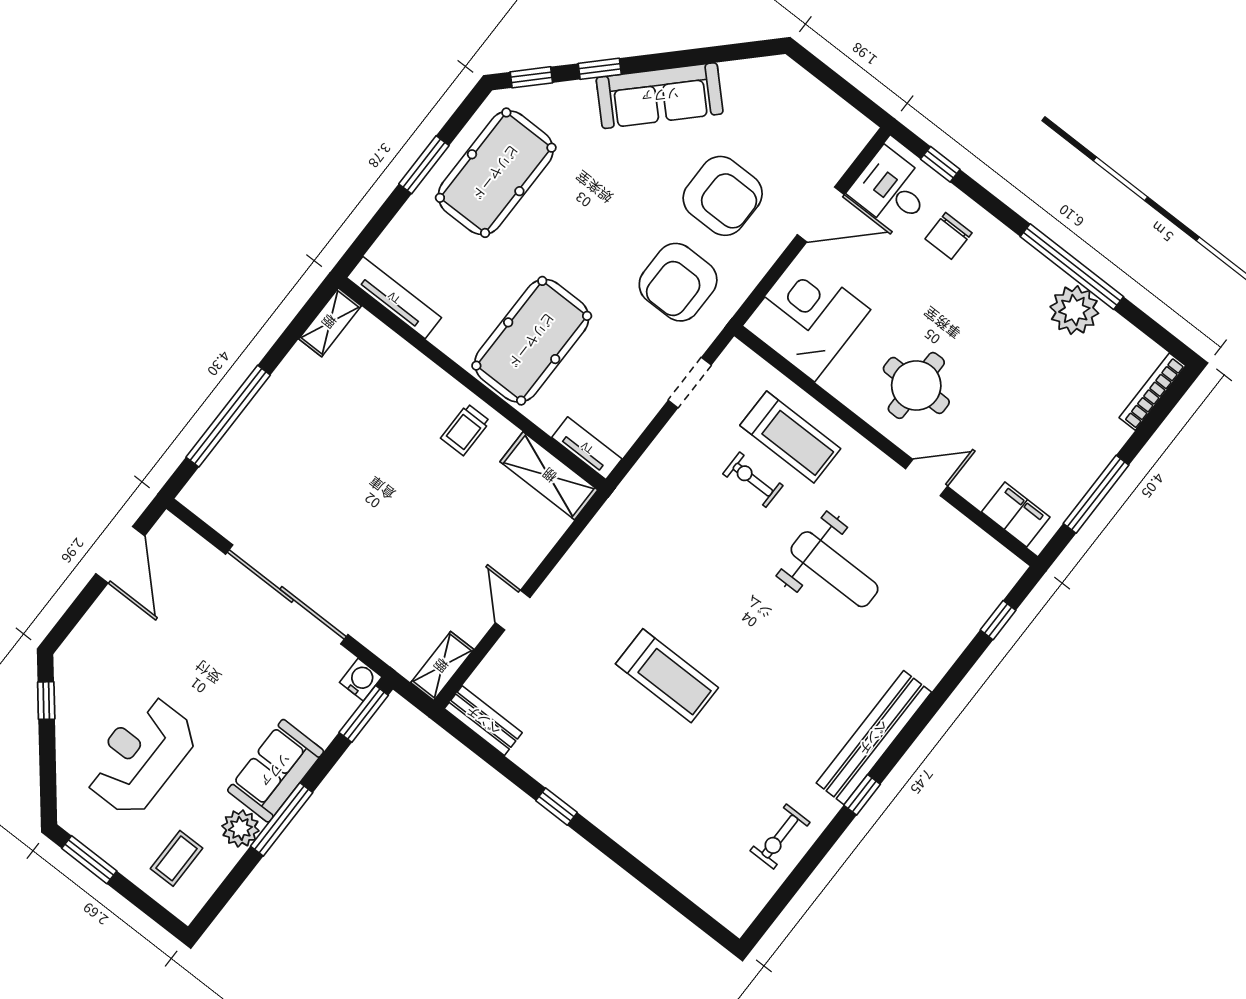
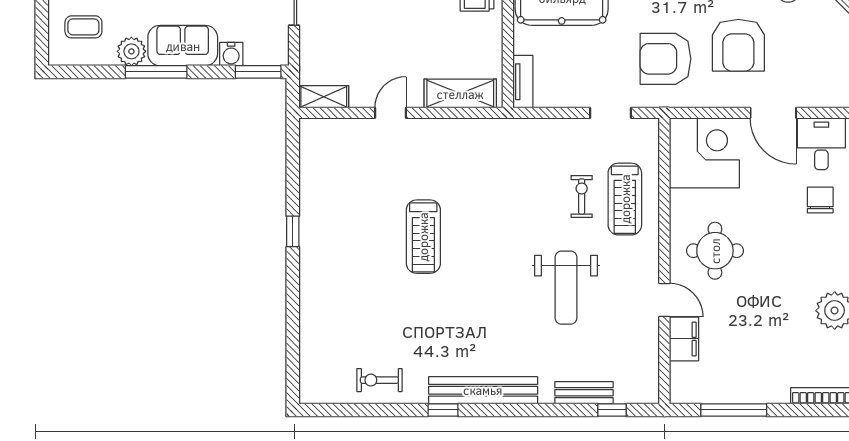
chair: (949, 236) -> (820, 200), turned 90
shelving: (549, 476) -> (460, 94), moved, turned 90
filing cabinet: (1016, 515) -> (684, 339), moved
water cooler: (361, 680) -> (231, 54), moved, turned 90
bench: (483, 721) -> (584, 393), moved, turned 90

